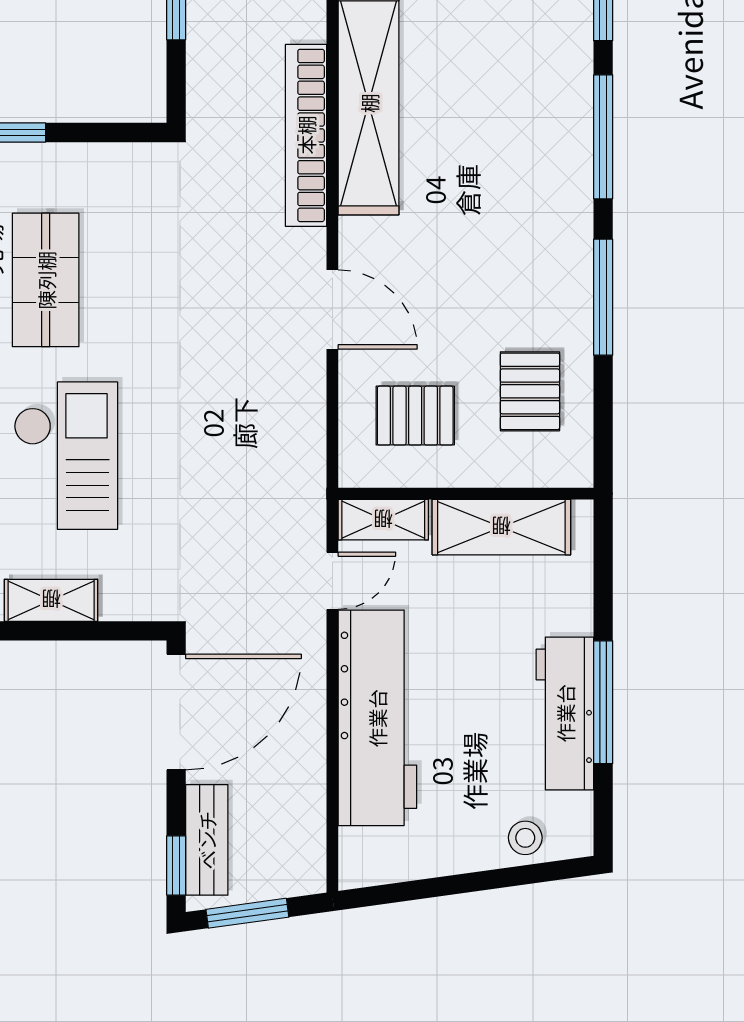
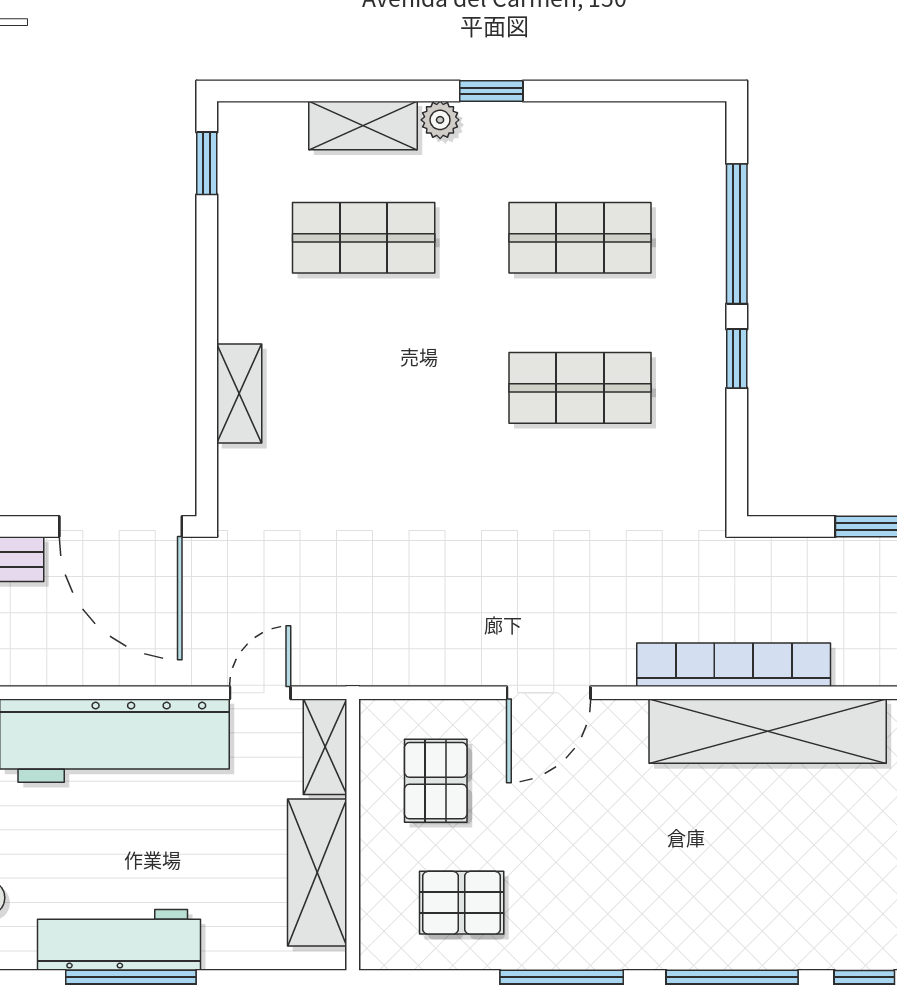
checkout: (66, 456) -> (393, 409), removed
door: (332, 581) -> (260, 693), swing flipped

